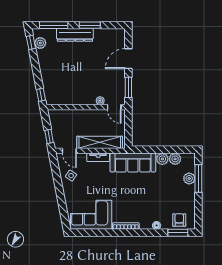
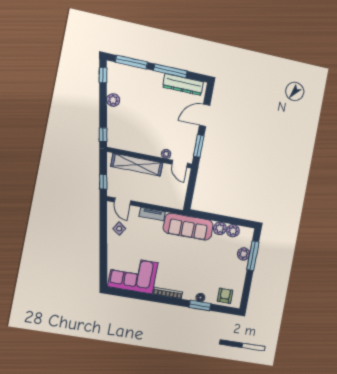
window: (90, 25) -> (170, 71), width x1.44
dresser: (75, 35) -> (183, 85), moved
plant: (40, 43) -> (113, 100), moved
shelving: (100, 142) -> (137, 165), moved
window: (178, 233) -> (200, 306), moved

